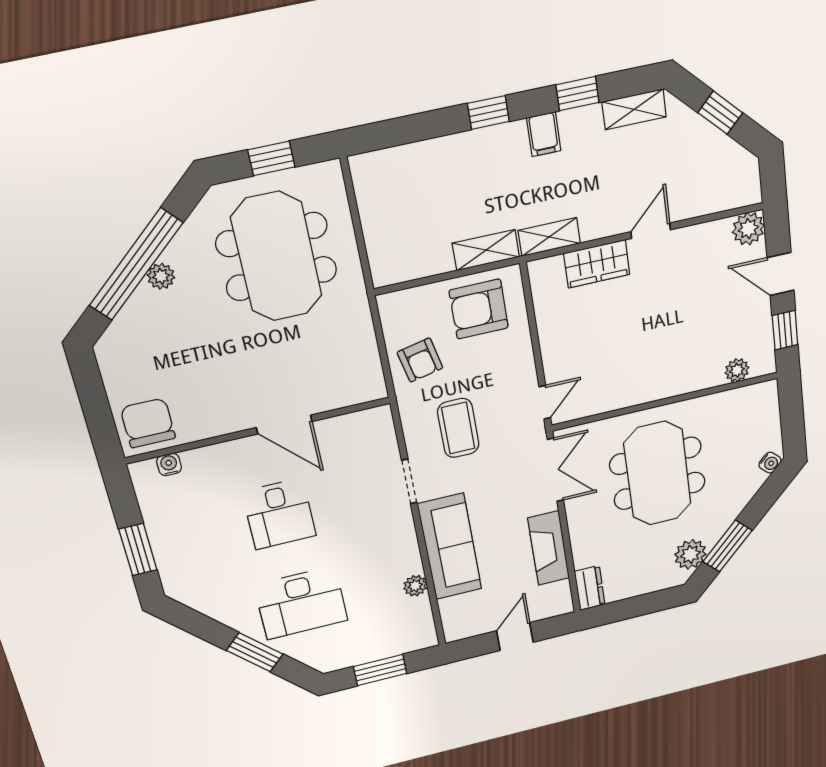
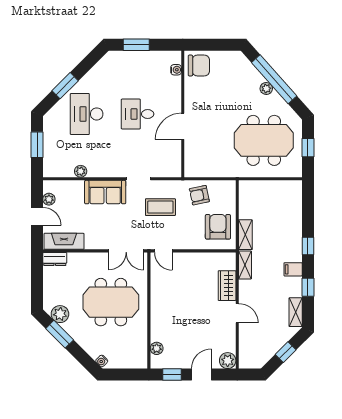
sofa: (450, 547) -> (105, 192), width x0.73
fireplace: (549, 548) -> (64, 241), moved
plant: (479, 625) -> (49, 199), added

